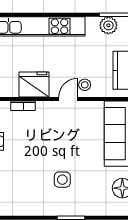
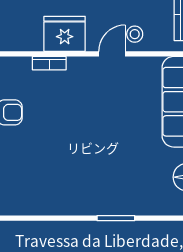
side table: (62, 180) -> (104, 165), removed

